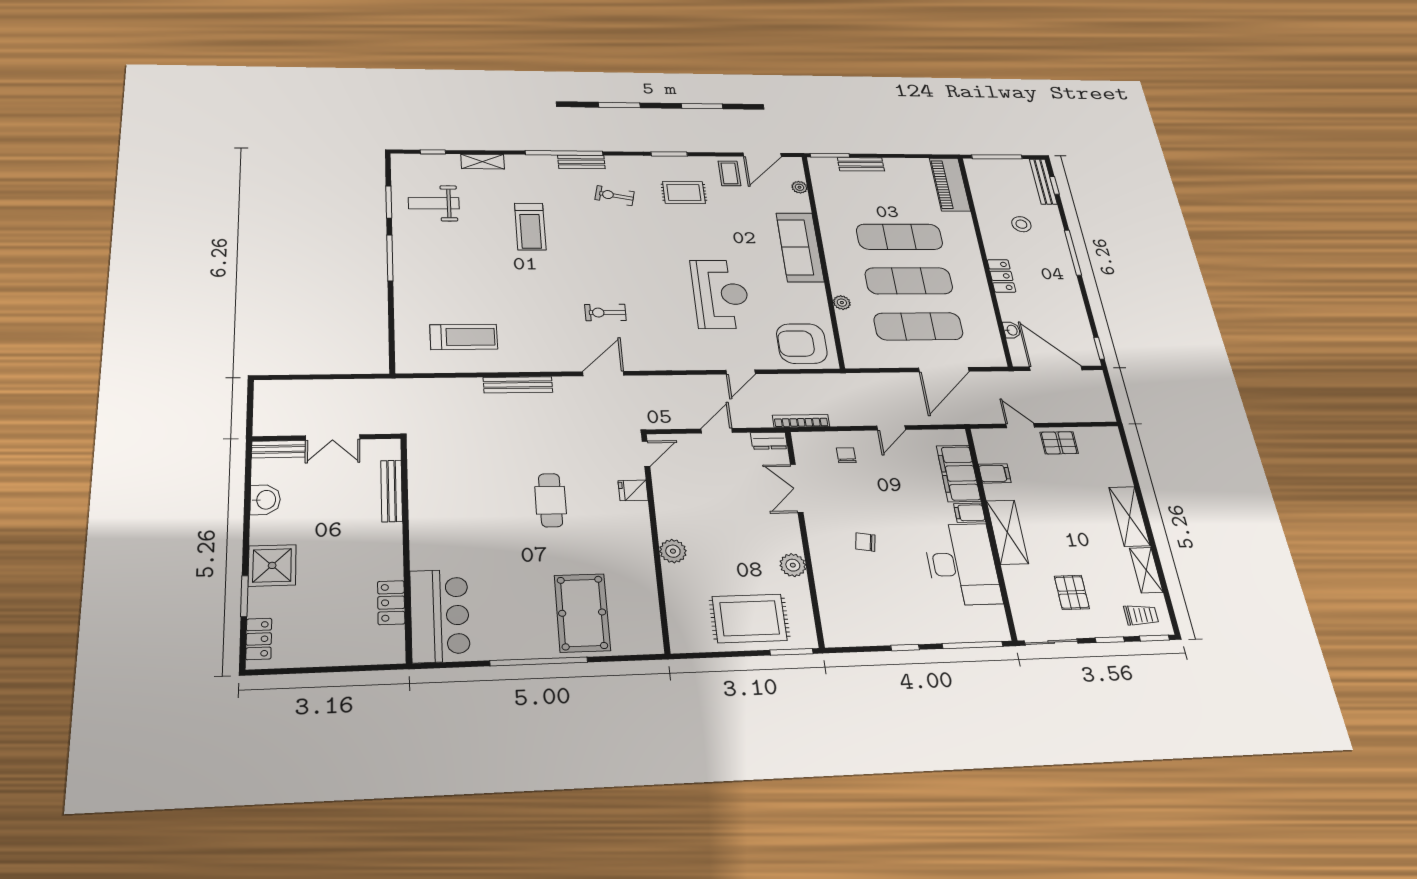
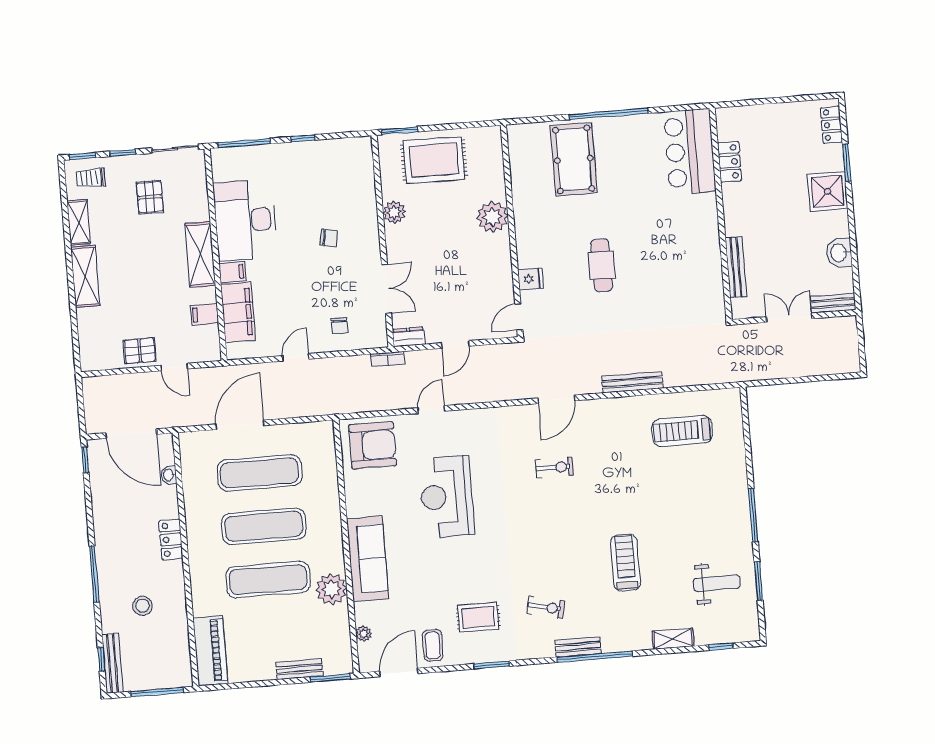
plant: (842, 303) -> (331, 589), moved, width x1.88, depth x1.88
bookcase: (801, 421) -> (388, 359), width x0.64
plant: (673, 551) -> (492, 217), width x1.36, depth x1.36

